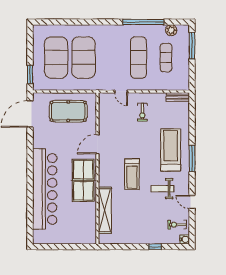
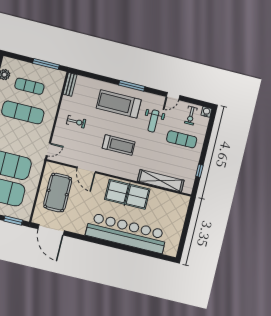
window: (192, 46) -> (46, 64), moved
door: (121, 91) -> (48, 149), moved
door: (97, 144) -> (86, 170), moved
treadmill: (132, 174) -> (119, 145), moved
exercise mat: (151, 221) -> (182, 139), added
window: (155, 247) -> (199, 171), moved

